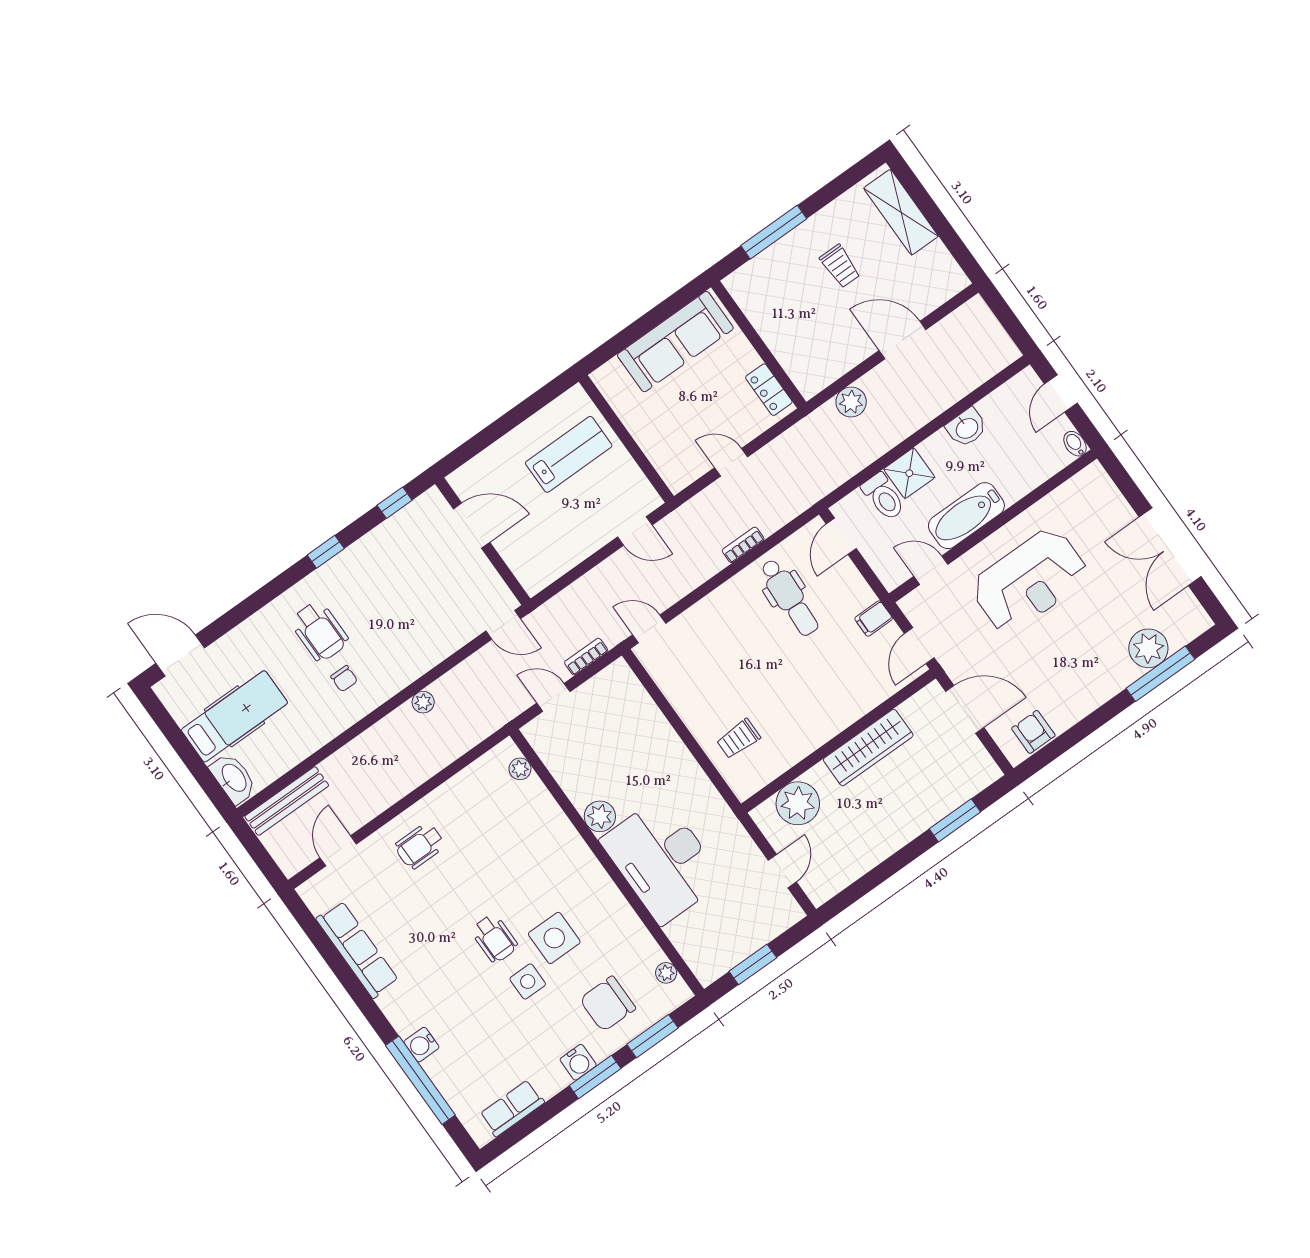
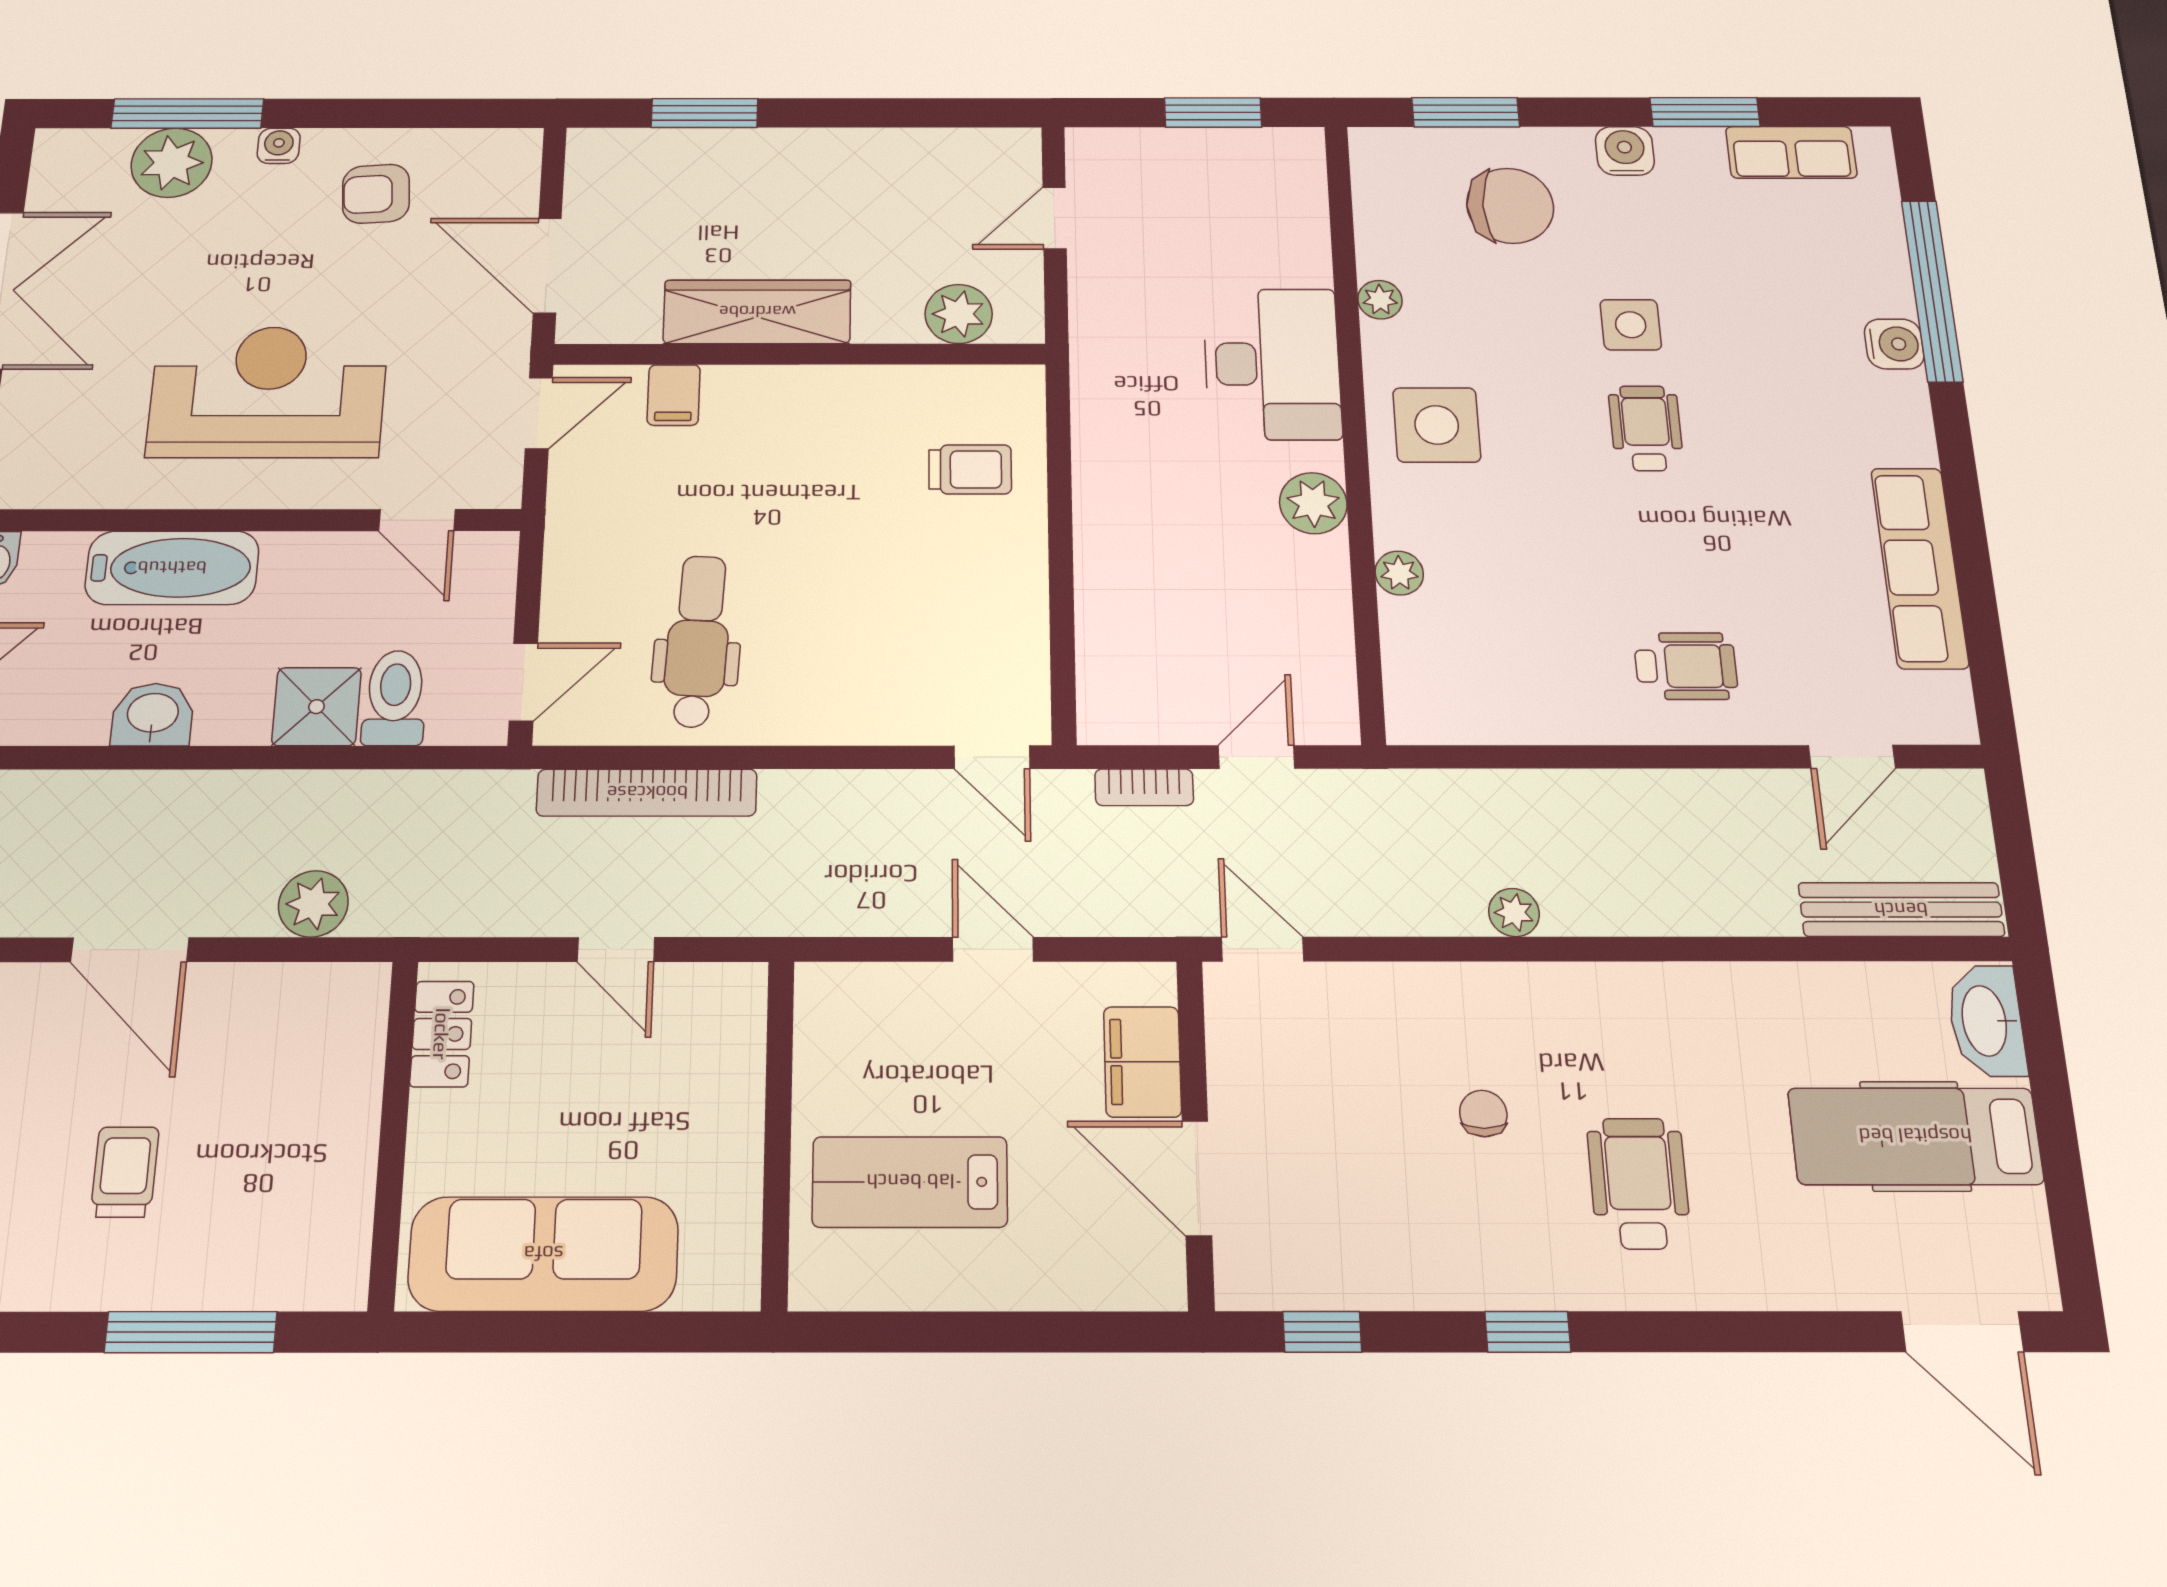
bathtub: (966, 516) -> (172, 568), moved
door: (635, 531) -> (993, 949), moved
bookcase: (743, 545) -> (647, 793), width x2.31, depth x1.31
filing cabinet: (518, 554) -> (1142, 1062), added
filing cabinet: (874, 618) -> (674, 395), moved, turned 90
chair: (344, 679) -> (1483, 1113), moved
water cooler: (1112, 686) -> (279, 146), added
door: (553, 697) -> (1257, 757), swing flipped
armchair: (1033, 732) -> (376, 194), moved, turned 86
plant: (520, 769) -> (1399, 573), moved
plant: (798, 803) -> (959, 314), width x0.73, depth x0.73
desk: (662, 860) -> (1272, 364), width x0.73, depth x0.77
side table: (554, 938) -> (1437, 425), moved
plant: (666, 973) -> (1380, 300), moved
window: (595, 1077) -> (1705, 112), moved

